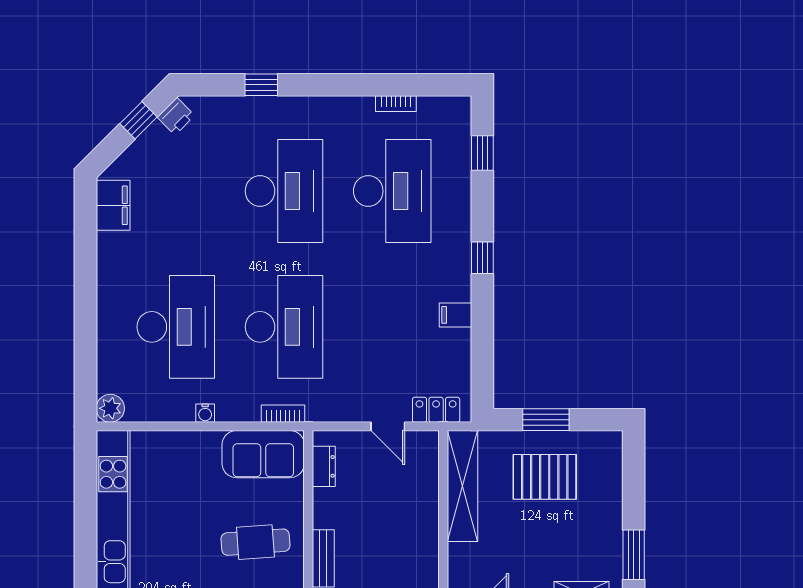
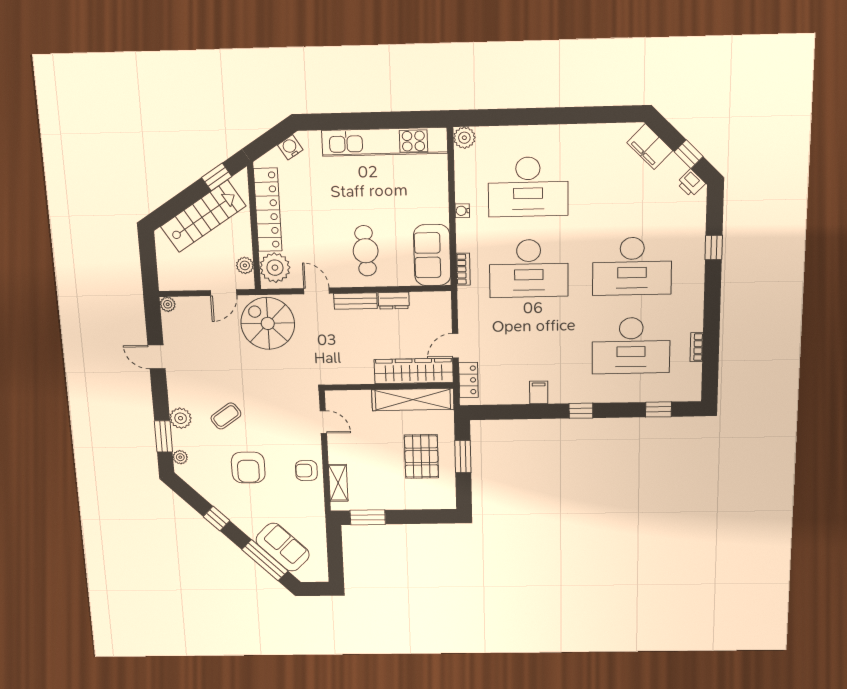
filing cabinet: (113, 205) -> (650, 147), moved, turned 45
dresser: (324, 466) -> (394, 301), moved
wardrobe: (422, 484) -> (414, 371), added

